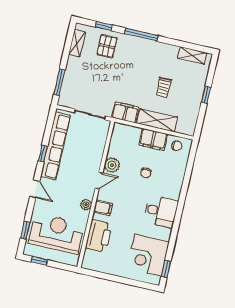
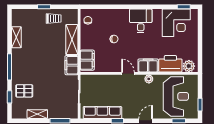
shelving: (77, 43) -> (37, 114), moved
shelving: (192, 56) -> (16, 37), moved
trolley: (164, 87) -> (54, 19), moved
filing cabinet: (153, 140) -> (87, 60), moved
row of seats: (55, 146) -> (102, 113), width x0.73
plant: (112, 165) -> (189, 66), moved
filing cabinet: (103, 208) -> (148, 65), width x2.00
reception desk: (56, 234) -> (176, 96), turned 180

